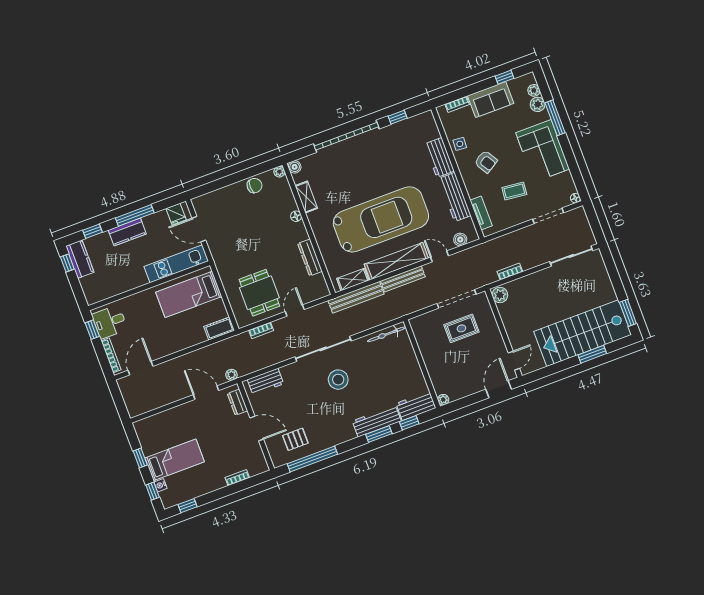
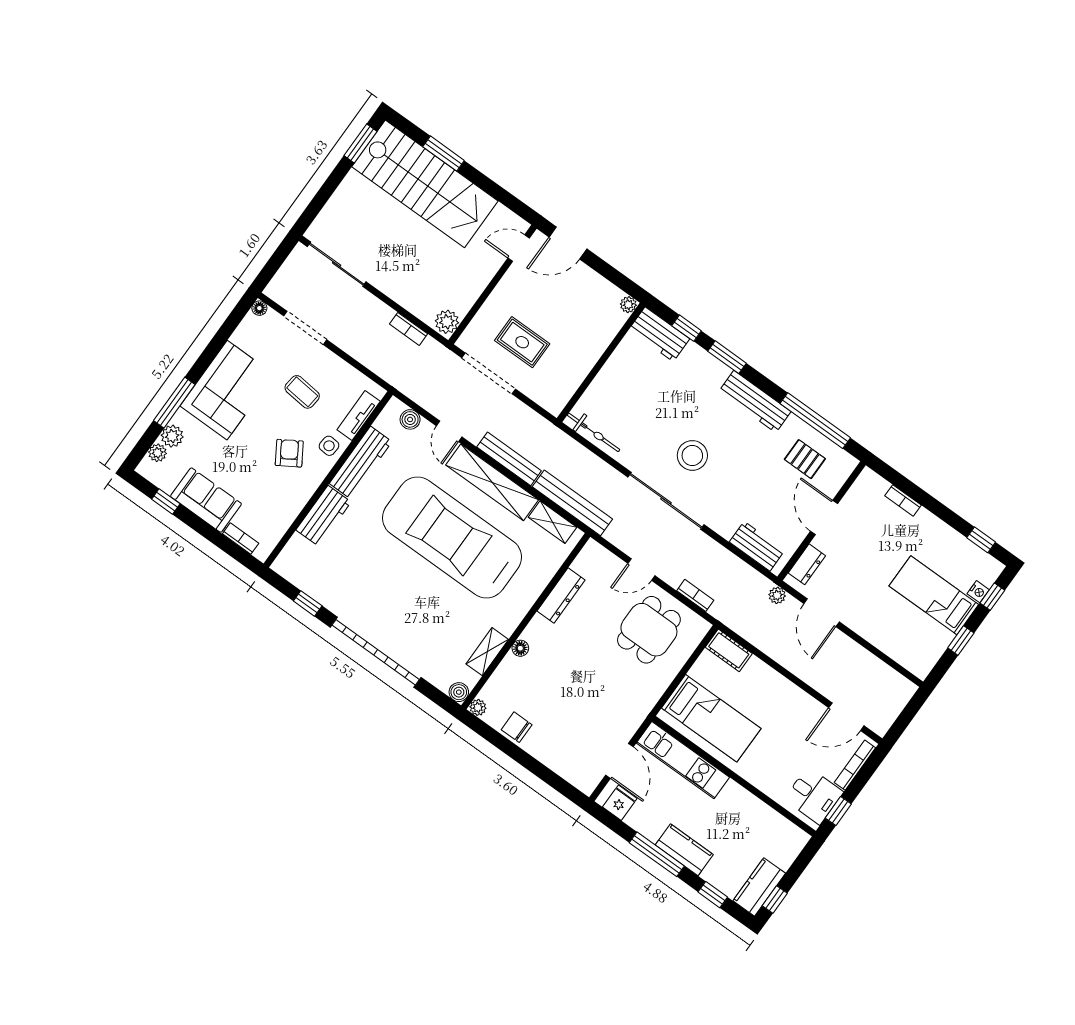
side table: (460, 144) -> (329, 446), moved
workbench: (377, 421) -> (755, 402), moved

